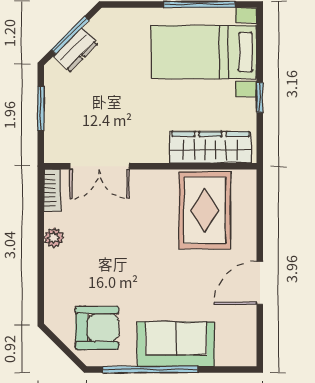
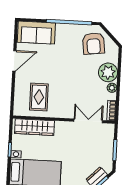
rug: (205, 210) -> (39, 97), width x0.73, depth x0.70
plant: (64, 269) -> (108, 72), added
armchair: (97, 328) -> (93, 43), turned -97
sofa: (176, 344) -> (36, 33), moved

